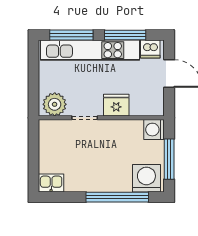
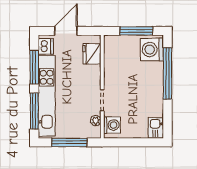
window: (33, 78) -> (69, 142), added
plant: (55, 104) -> (96, 121), width x0.53, depth x0.53
fridge: (116, 105) -> (92, 54), moved
washing machine: (154, 130) -> (112, 125), moved, turned -90

